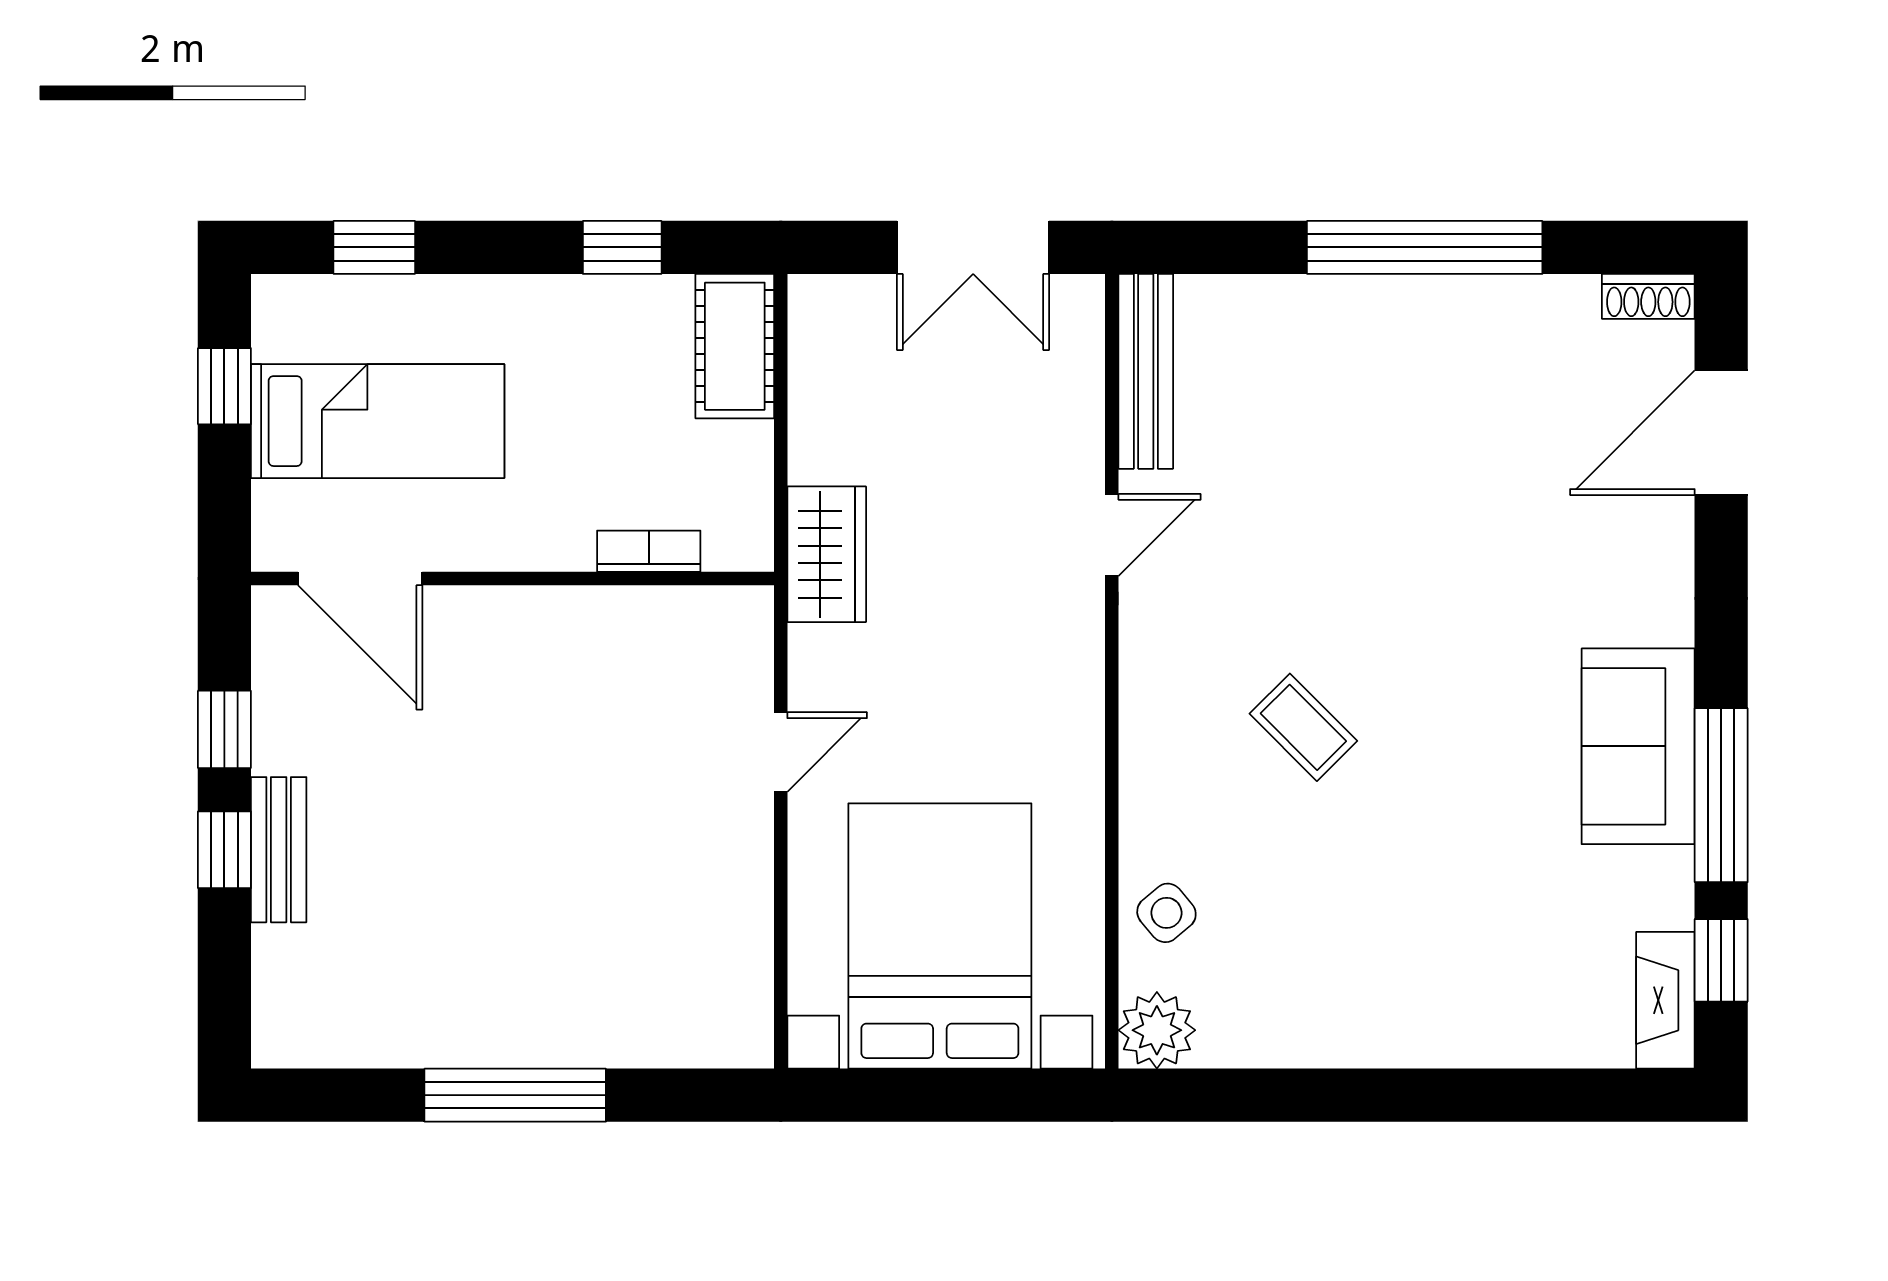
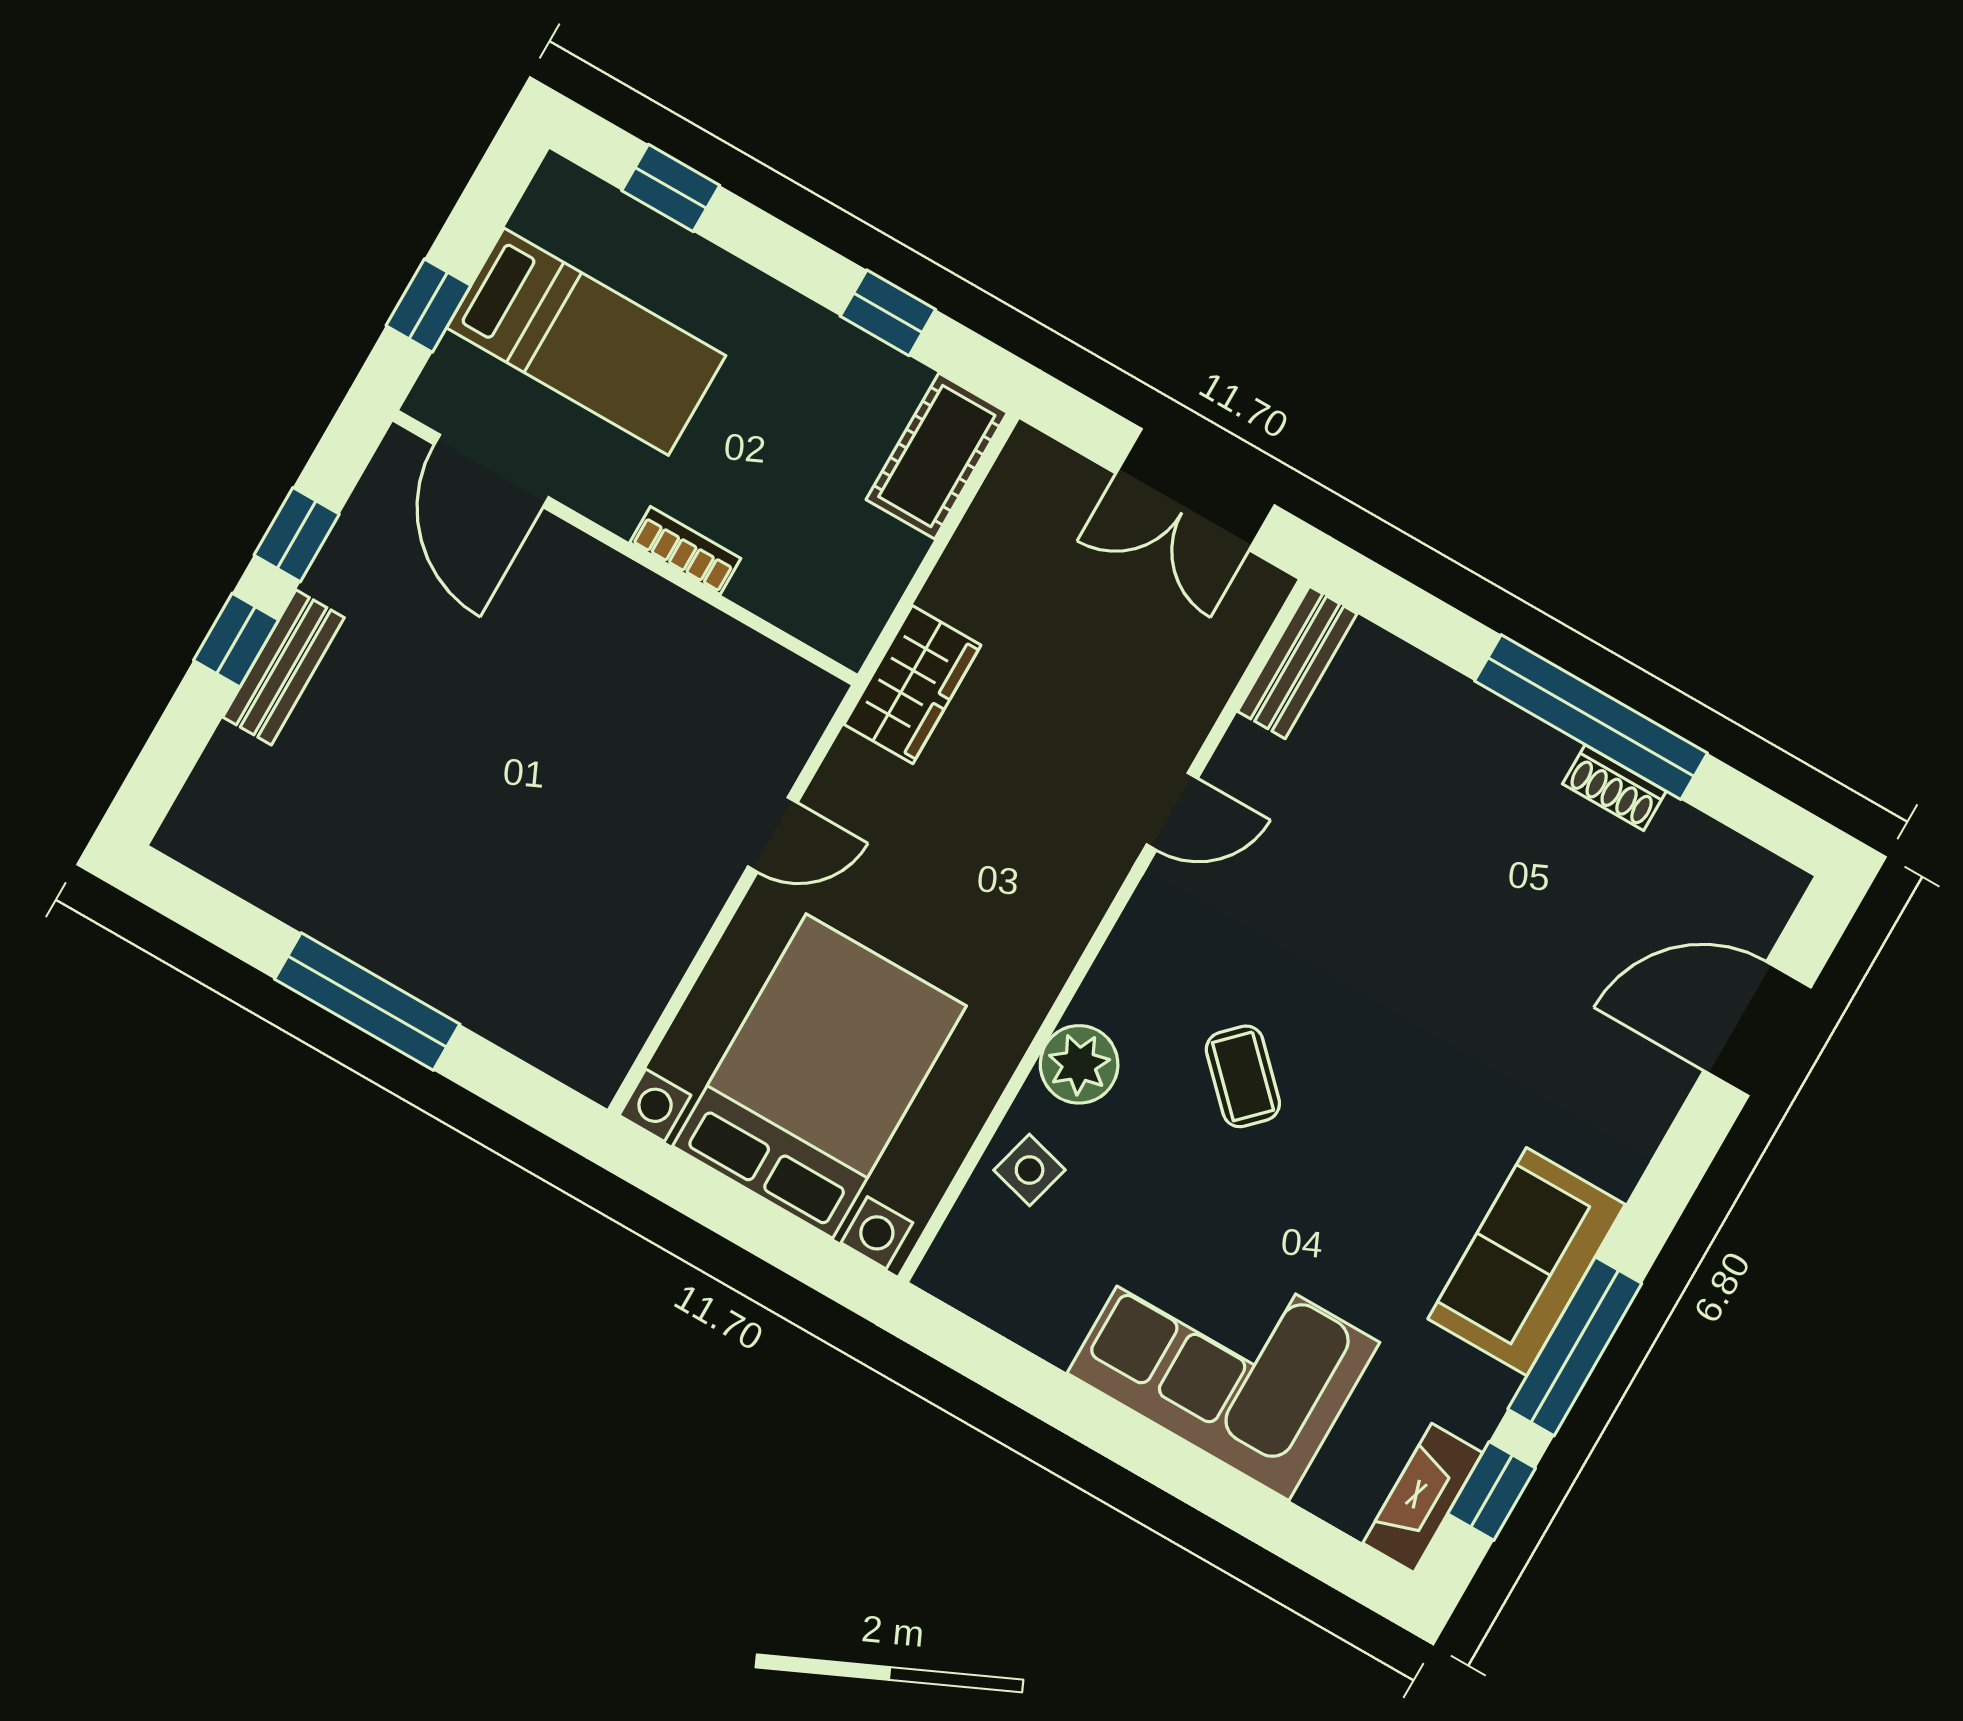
shoe rack: (1648, 296) -> (1614, 788), moved
bench: (1146, 371) -> (1297, 662), width x0.73
window: (224, 386) -> (428, 306), moved
bookcase: (649, 551) -> (685, 550), moved
side table: (1166, 913) -> (1030, 1170), turned -35
corner sofa: (1425, 978) -> (1223, 1358), added
plant: (1157, 1030) -> (1079, 1064), moved

